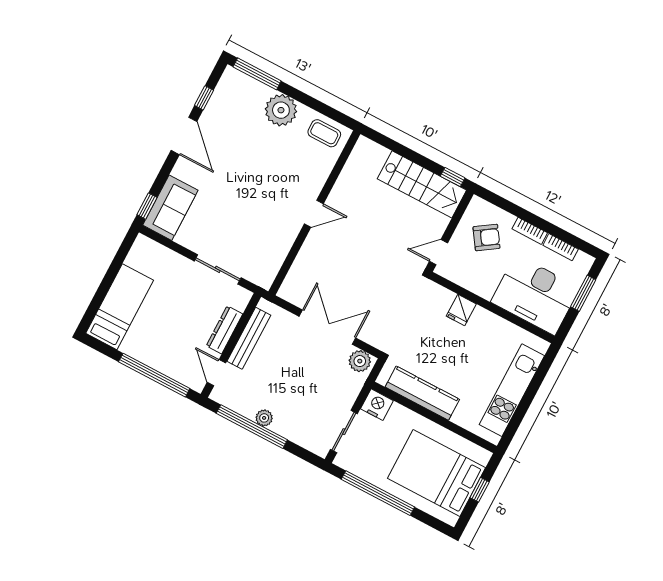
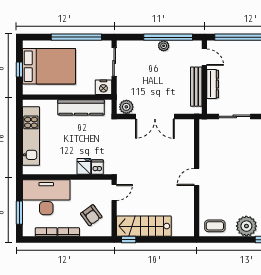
armchair: (487, 237) -> (91, 215), turned -92
dishwasher: (443, 299) -> (97, 167), added

